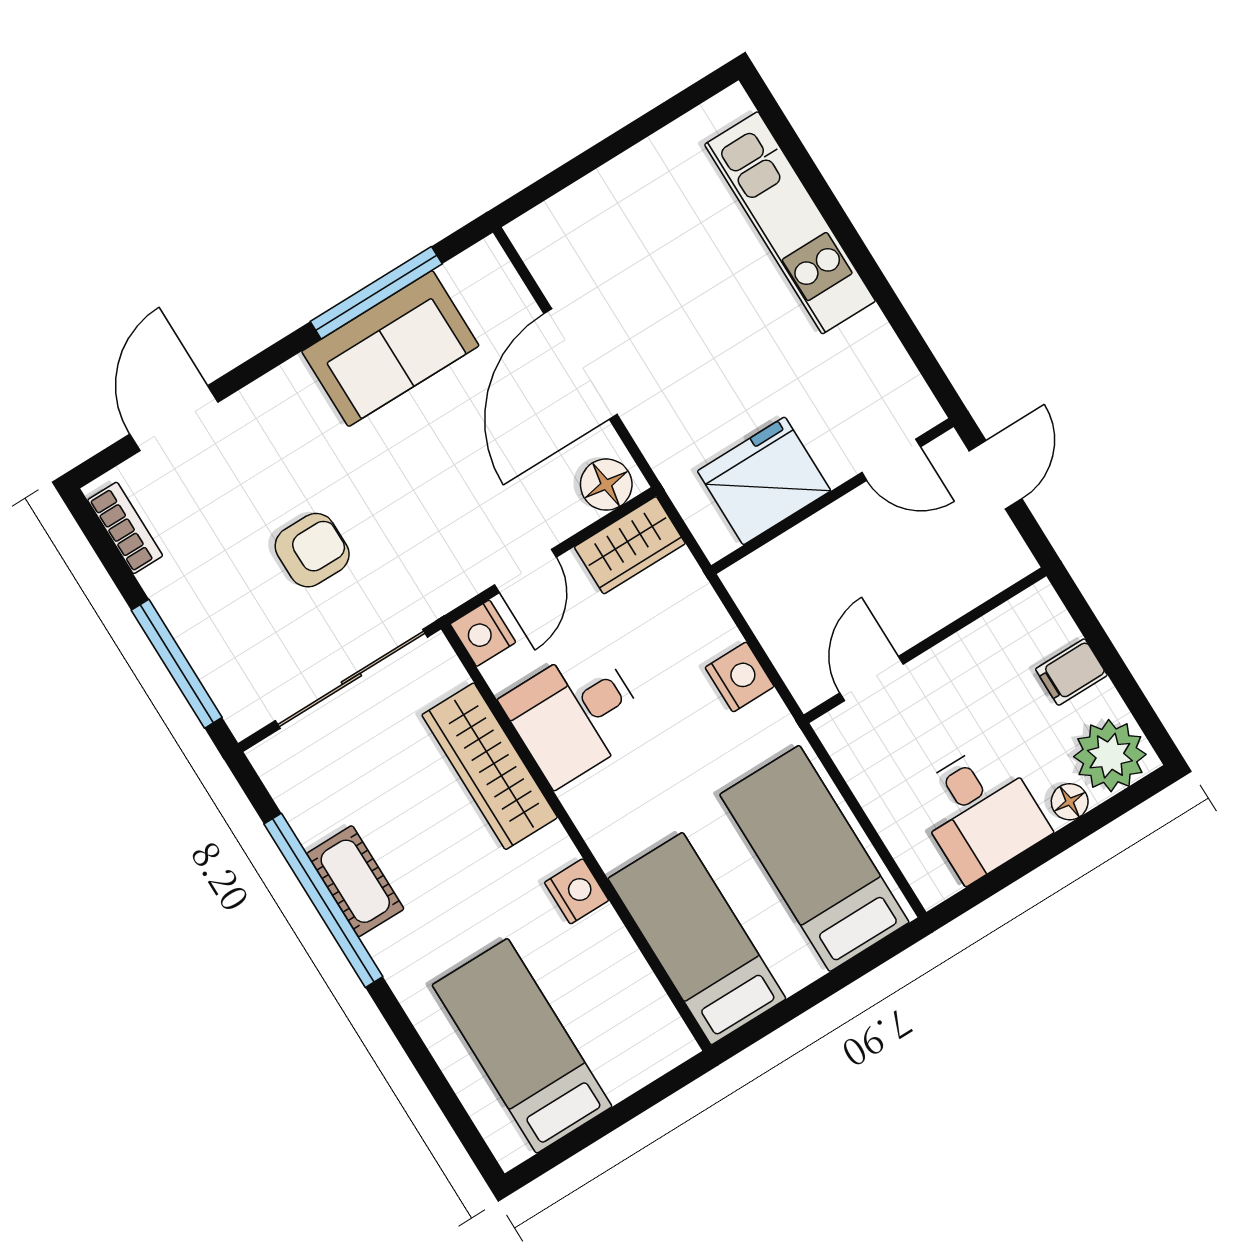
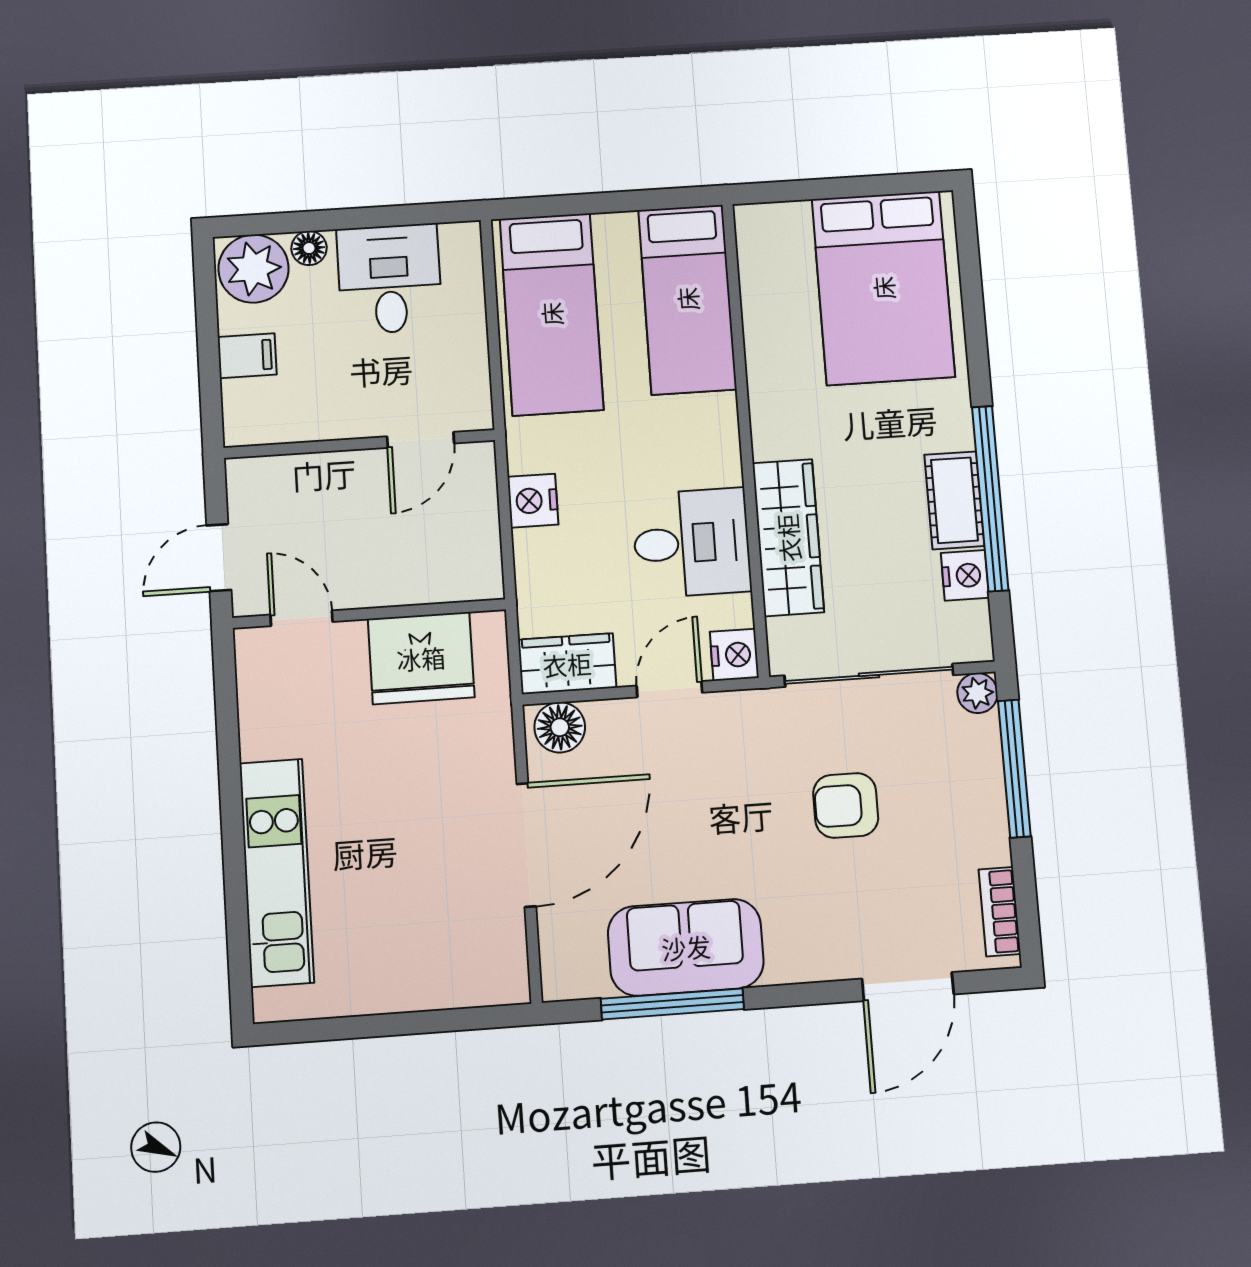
plant: (245, 715) -> (977, 693), added
nightstand: (577, 891) -> (965, 575), moved, turned 180
bed: (522, 1046) -> (883, 288), width x1.50

